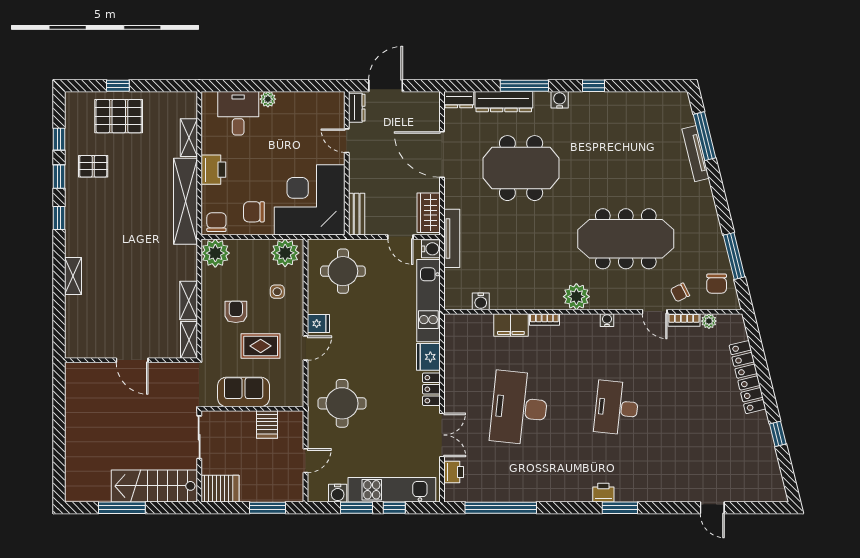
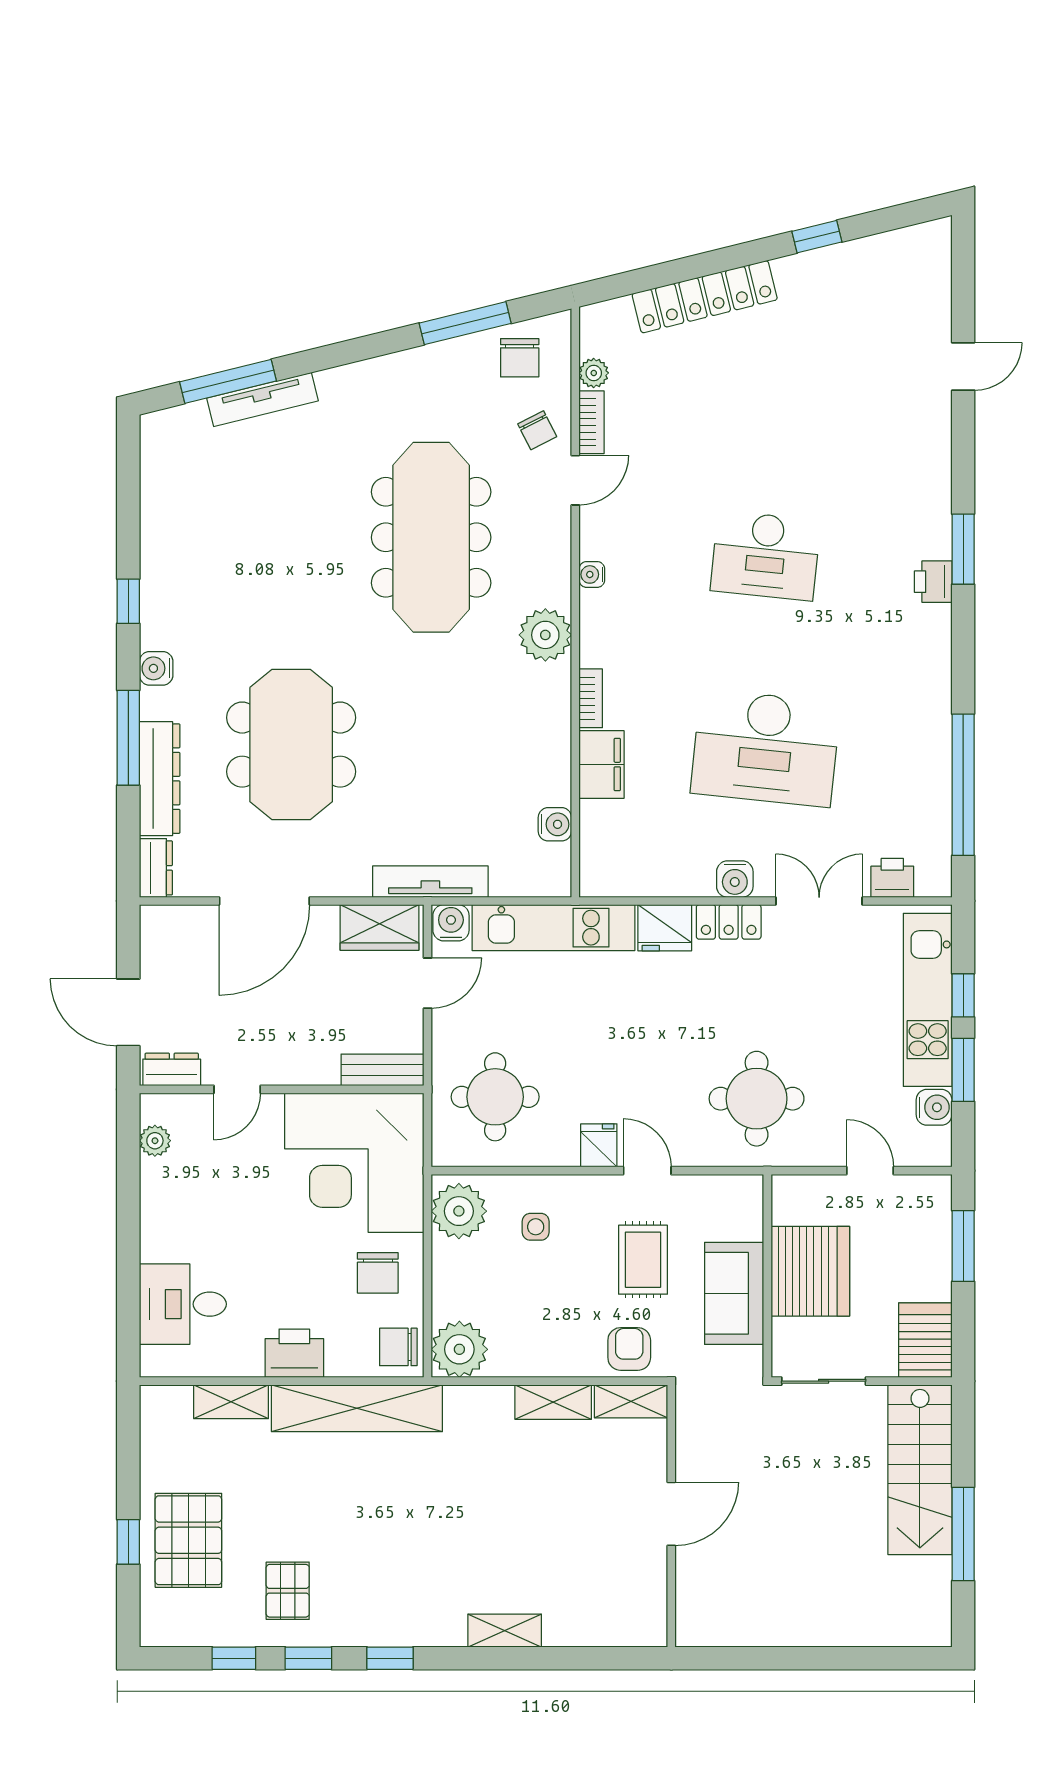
plant: (268, 99) -> (155, 1141), moved
chair: (717, 284) -> (520, 358), turned 90
armchair: (236, 312) -> (629, 1349), moved, turned 90
water cooler: (453, 392) -> (735, 879), added
server rack: (267, 424) -> (810, 1271), width x2.18, depth x1.44

